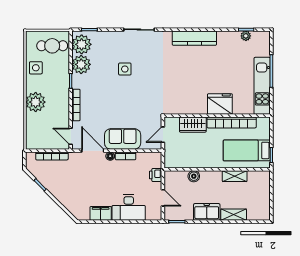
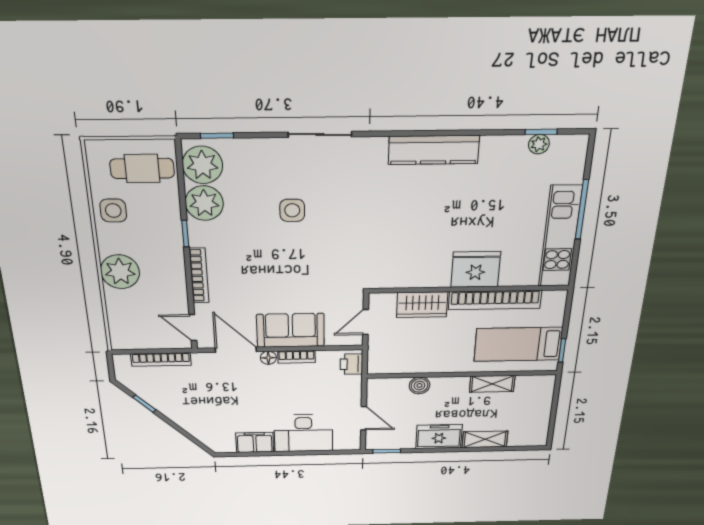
printer: (156, 175) -> (351, 364), moved

